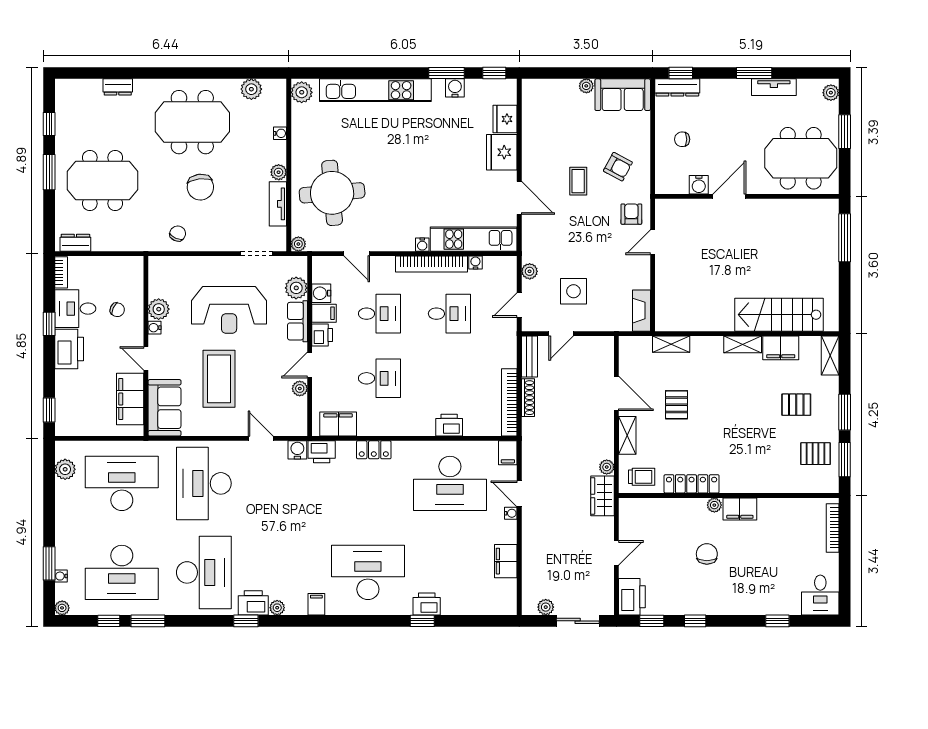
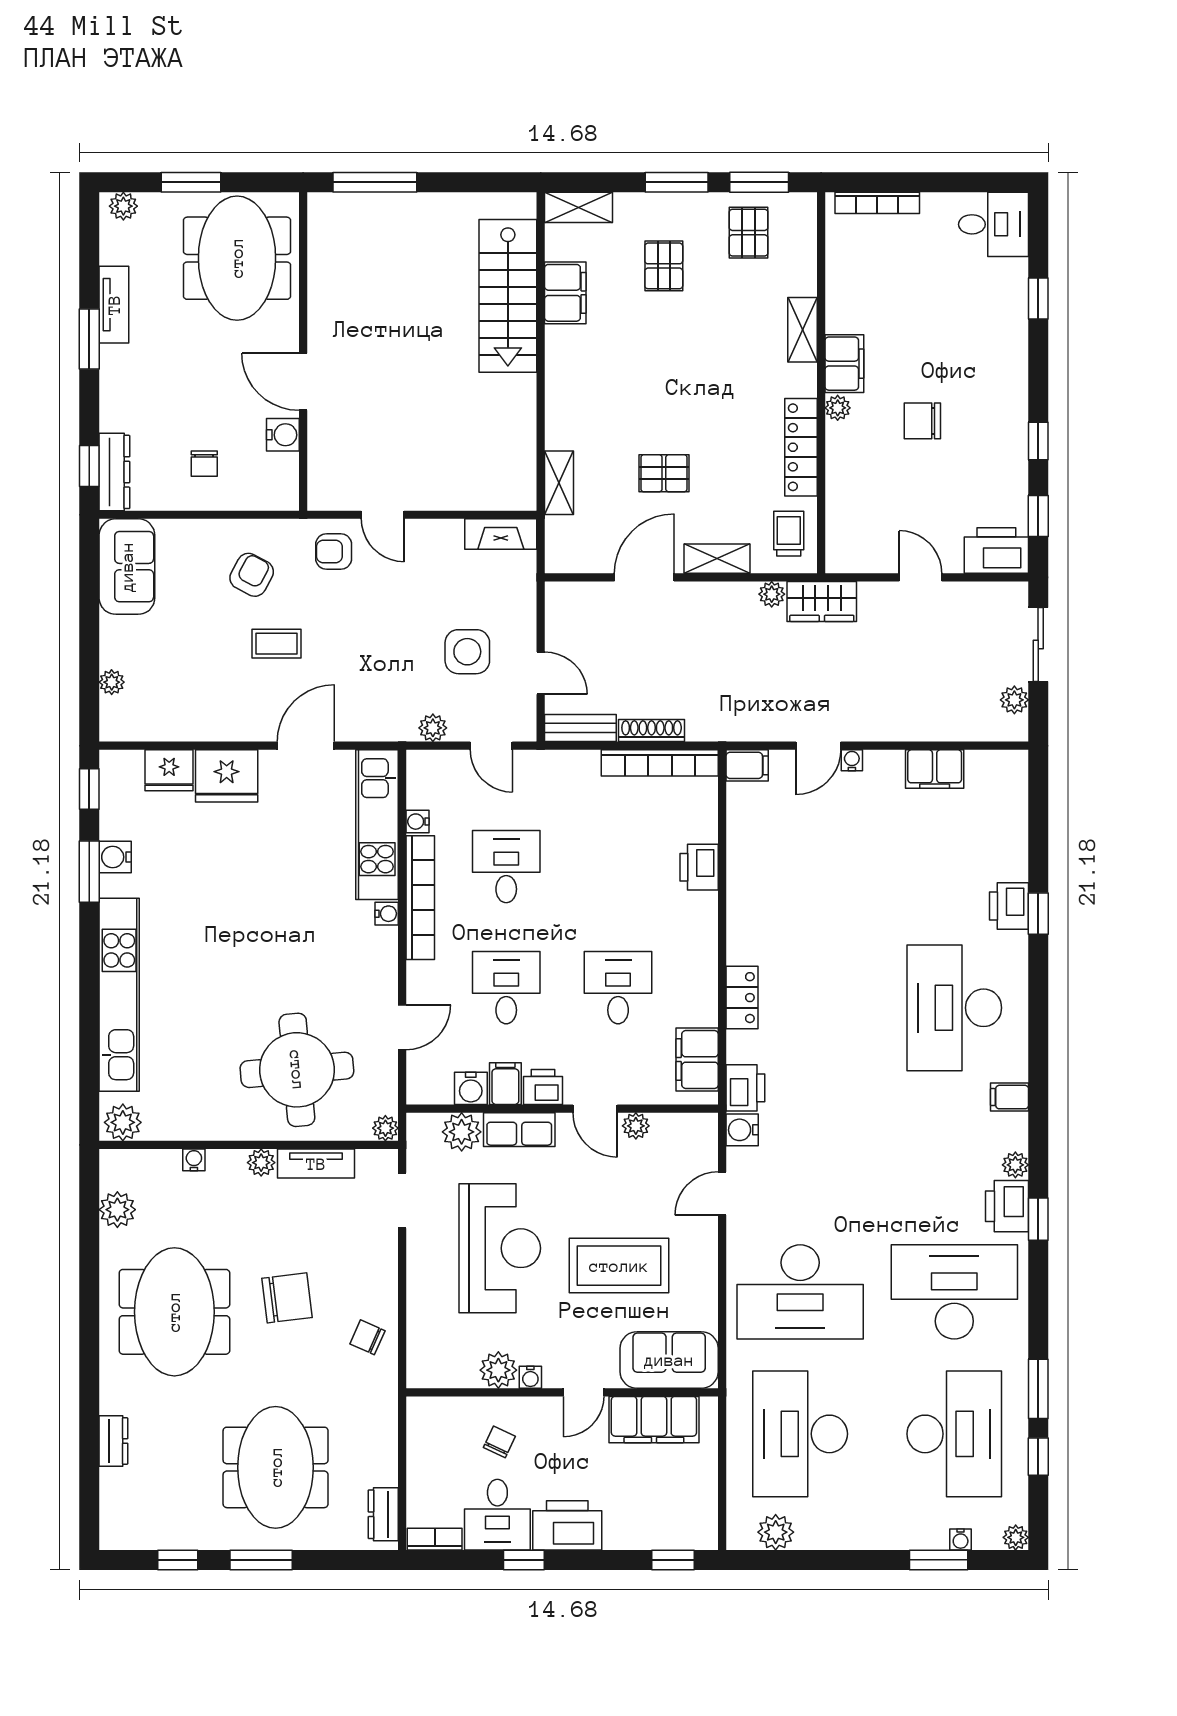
plant: (586, 86) -> (112, 682), moved
shelving: (743, 344) -> (803, 330), moved
desk: (450, 483) -> (800, 866), removed

